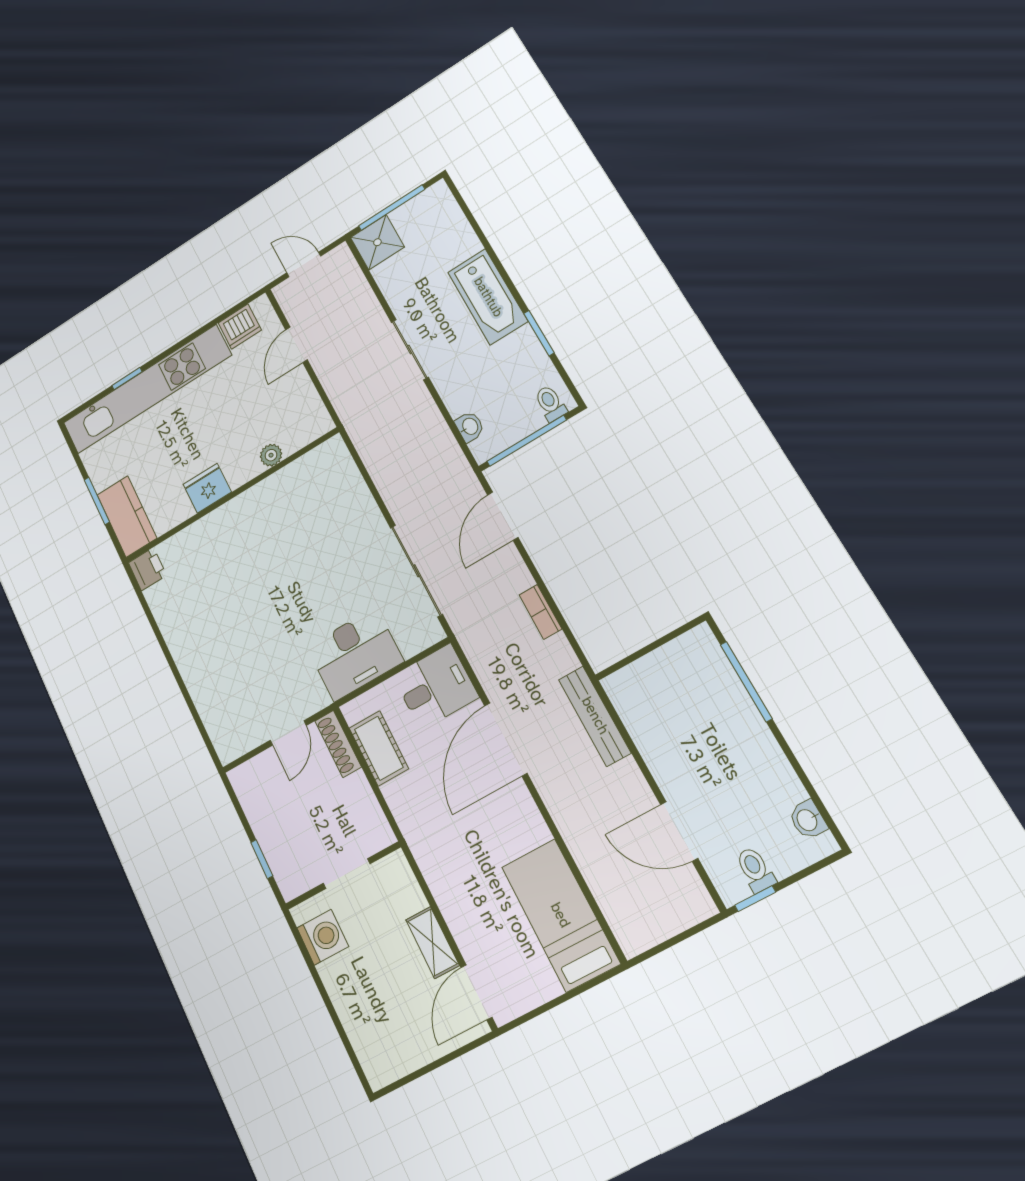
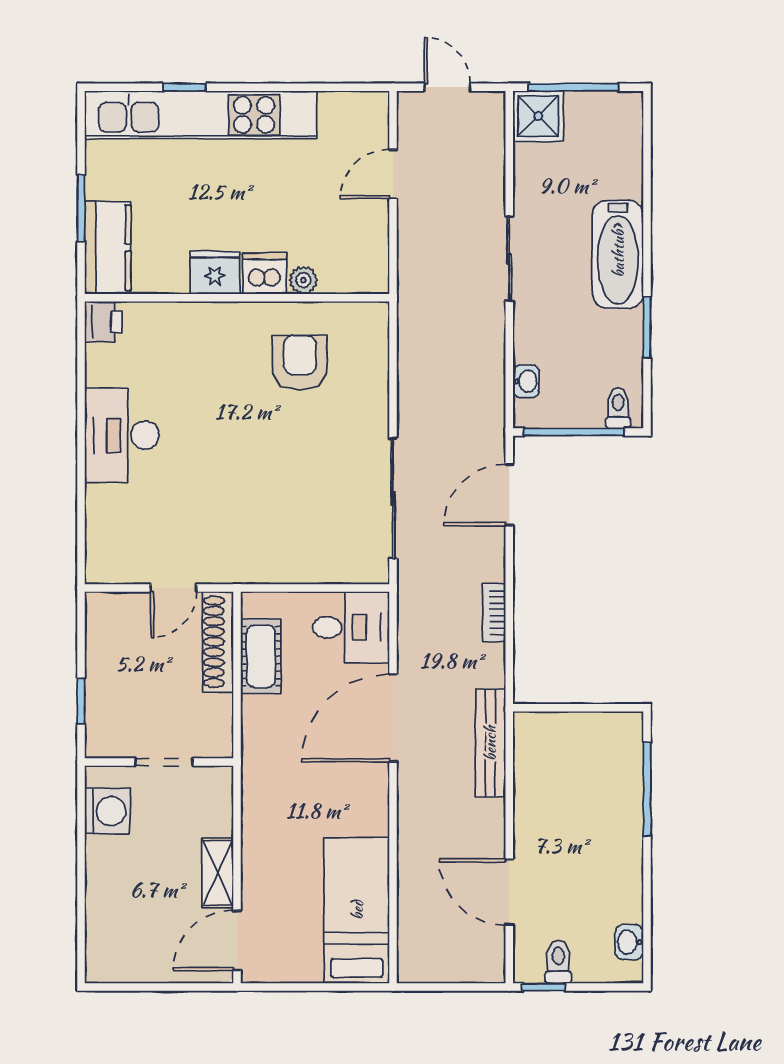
dishwasher: (240, 327) -> (265, 273), moved, turned 180
armchair: (298, 514) -> (300, 363), added
desk: (355, 654) -> (122, 435), moved, turned 90
shoe rack: (338, 744) -> (218, 642), width x1.36, depth x1.24

